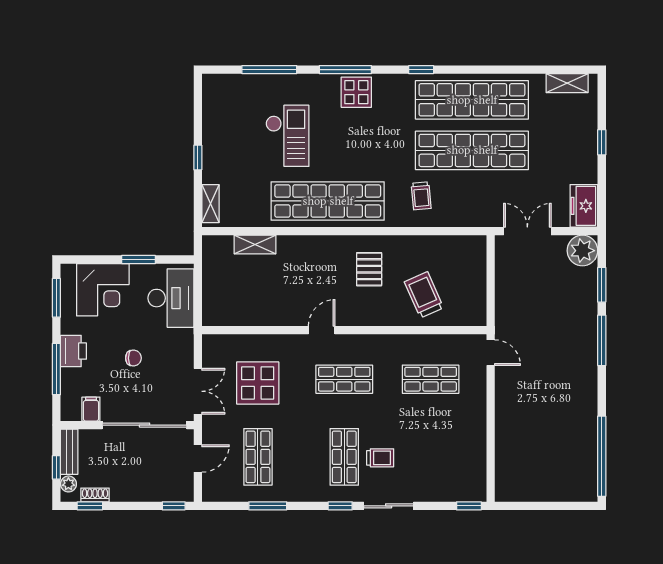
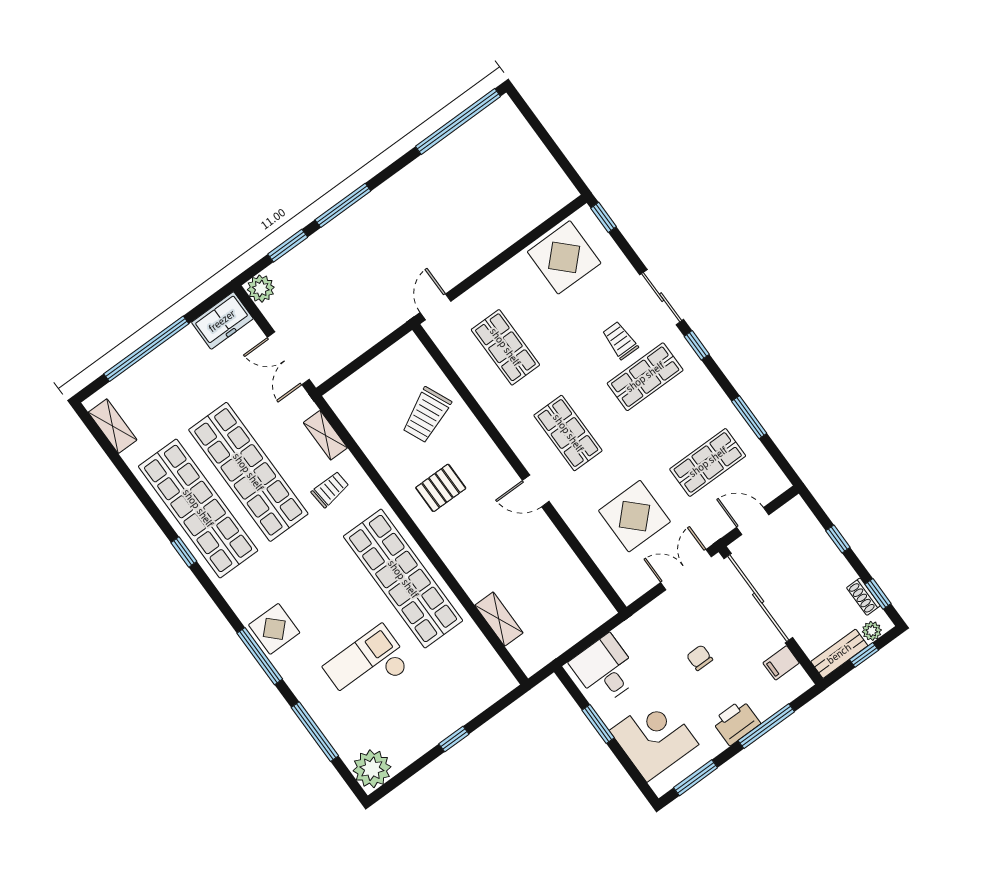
window: (421, 70) -> (184, 552), moved
plant: (218, 89) -> (372, 769), added
window: (602, 142) -> (146, 349), width x3.17
shelving: (210, 204) -> (325, 435), moved, turned 90
plant: (582, 251) -> (261, 289), width x0.73, depth x0.73
desk: (171, 298) -> (605, 670), width x0.73
display table: (462, 461) -> (564, 257), added
window: (174, 506) -> (838, 539), moved

